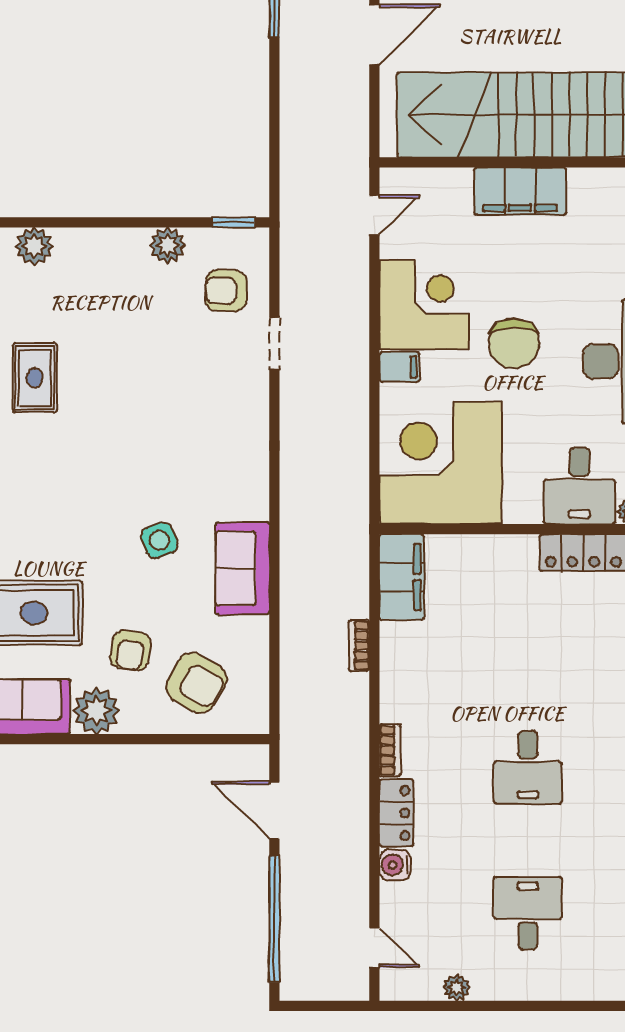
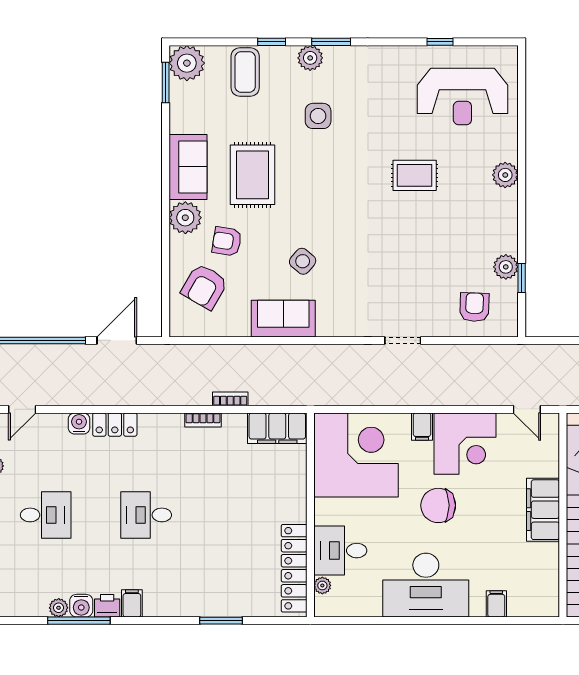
window: (234, 222) -> (522, 278), moved
doorway: (274, 344) -> (403, 340), moved
side table: (159, 540) -> (303, 261), turned -30
bookcase: (390, 750) -> (203, 420), moved

